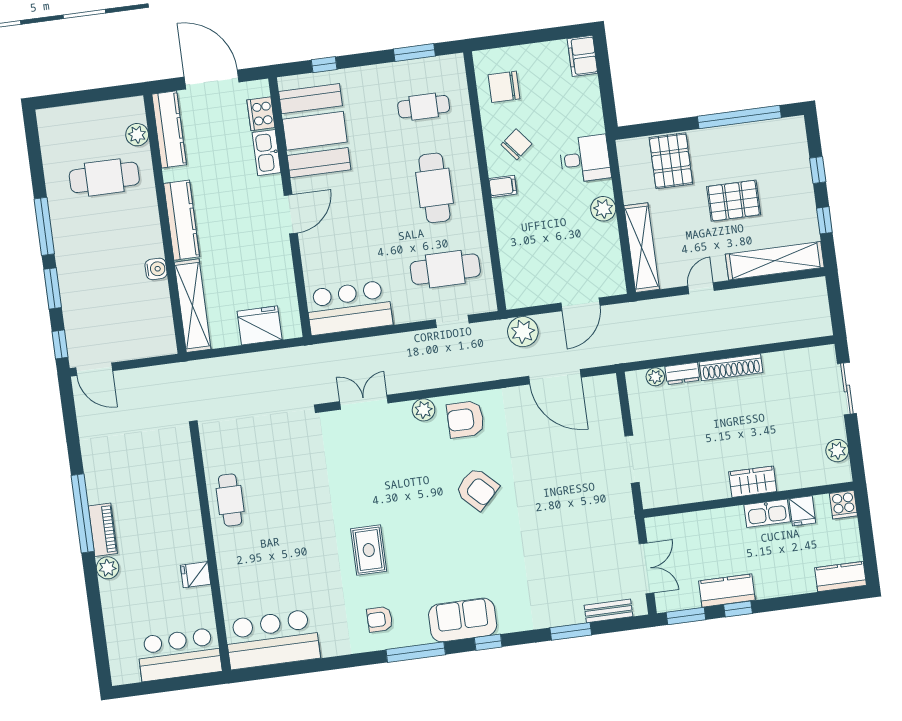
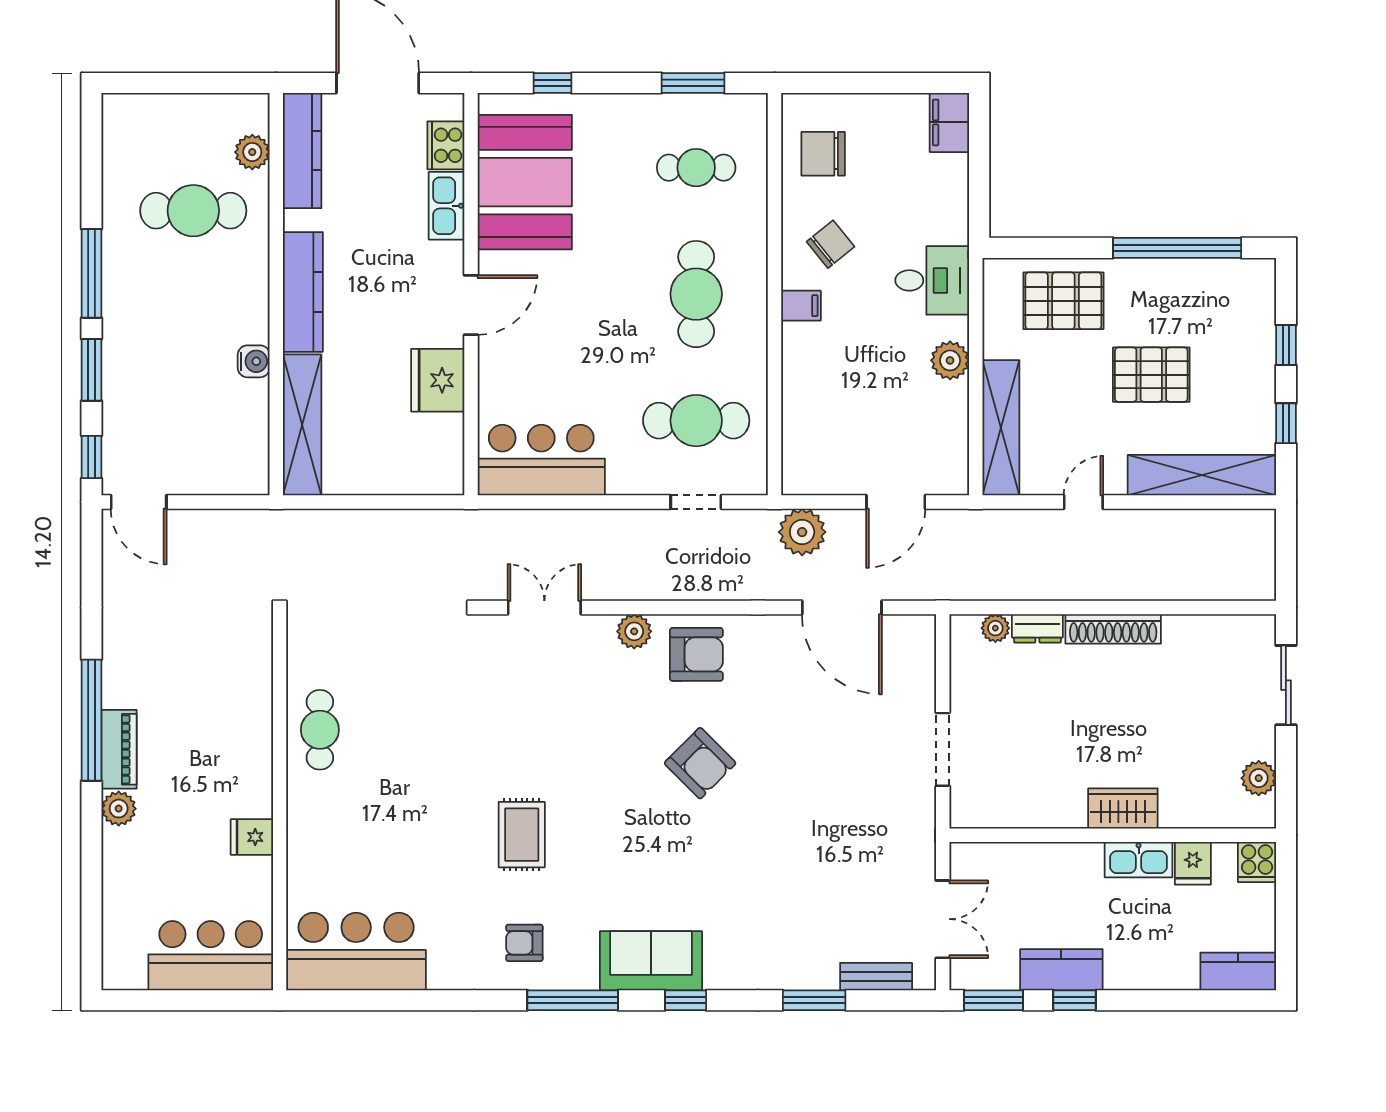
pallet: (671, 161) -> (1063, 301), turned 90
fridge: (260, 325) -> (438, 380), moved, turned -90
armchair: (465, 419) -> (696, 654), turned 180

